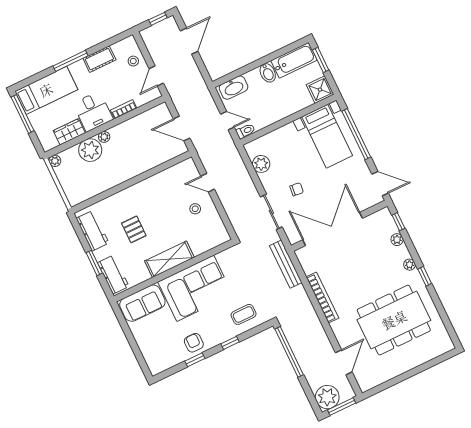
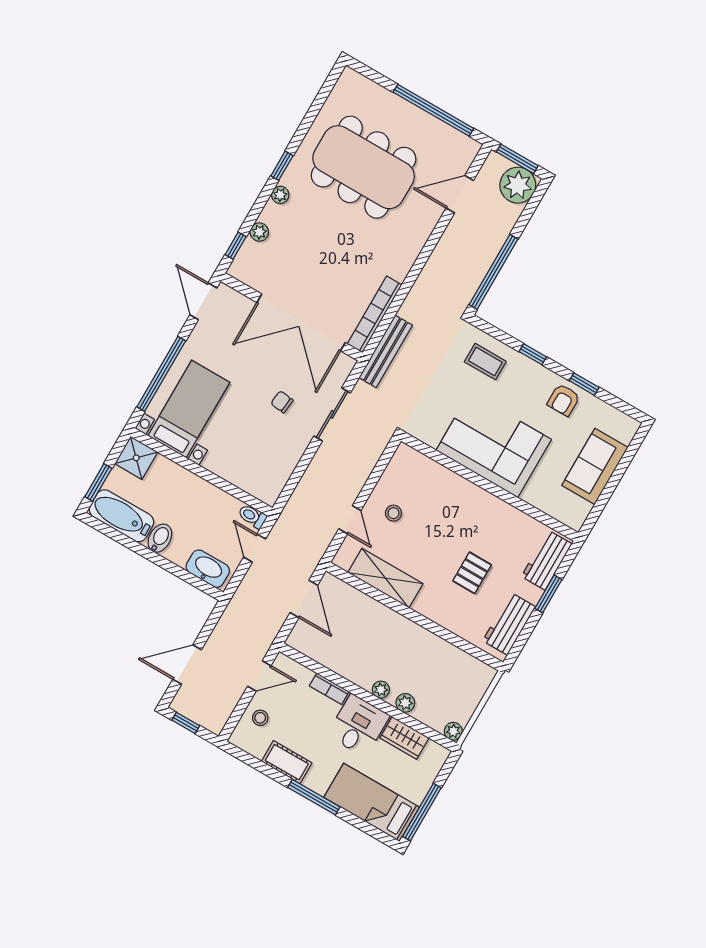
plant: (90, 150) -> (405, 703), width x0.53, depth x0.53
plant: (261, 164) -> (280, 468), removed
shelving: (169, 259) -> (385, 578), moved
bookcase: (322, 298) -> (375, 314), moved
sofa: (142, 303) -> (595, 466), moved, turned -90
window: (399, 379) -> (433, 110), added

